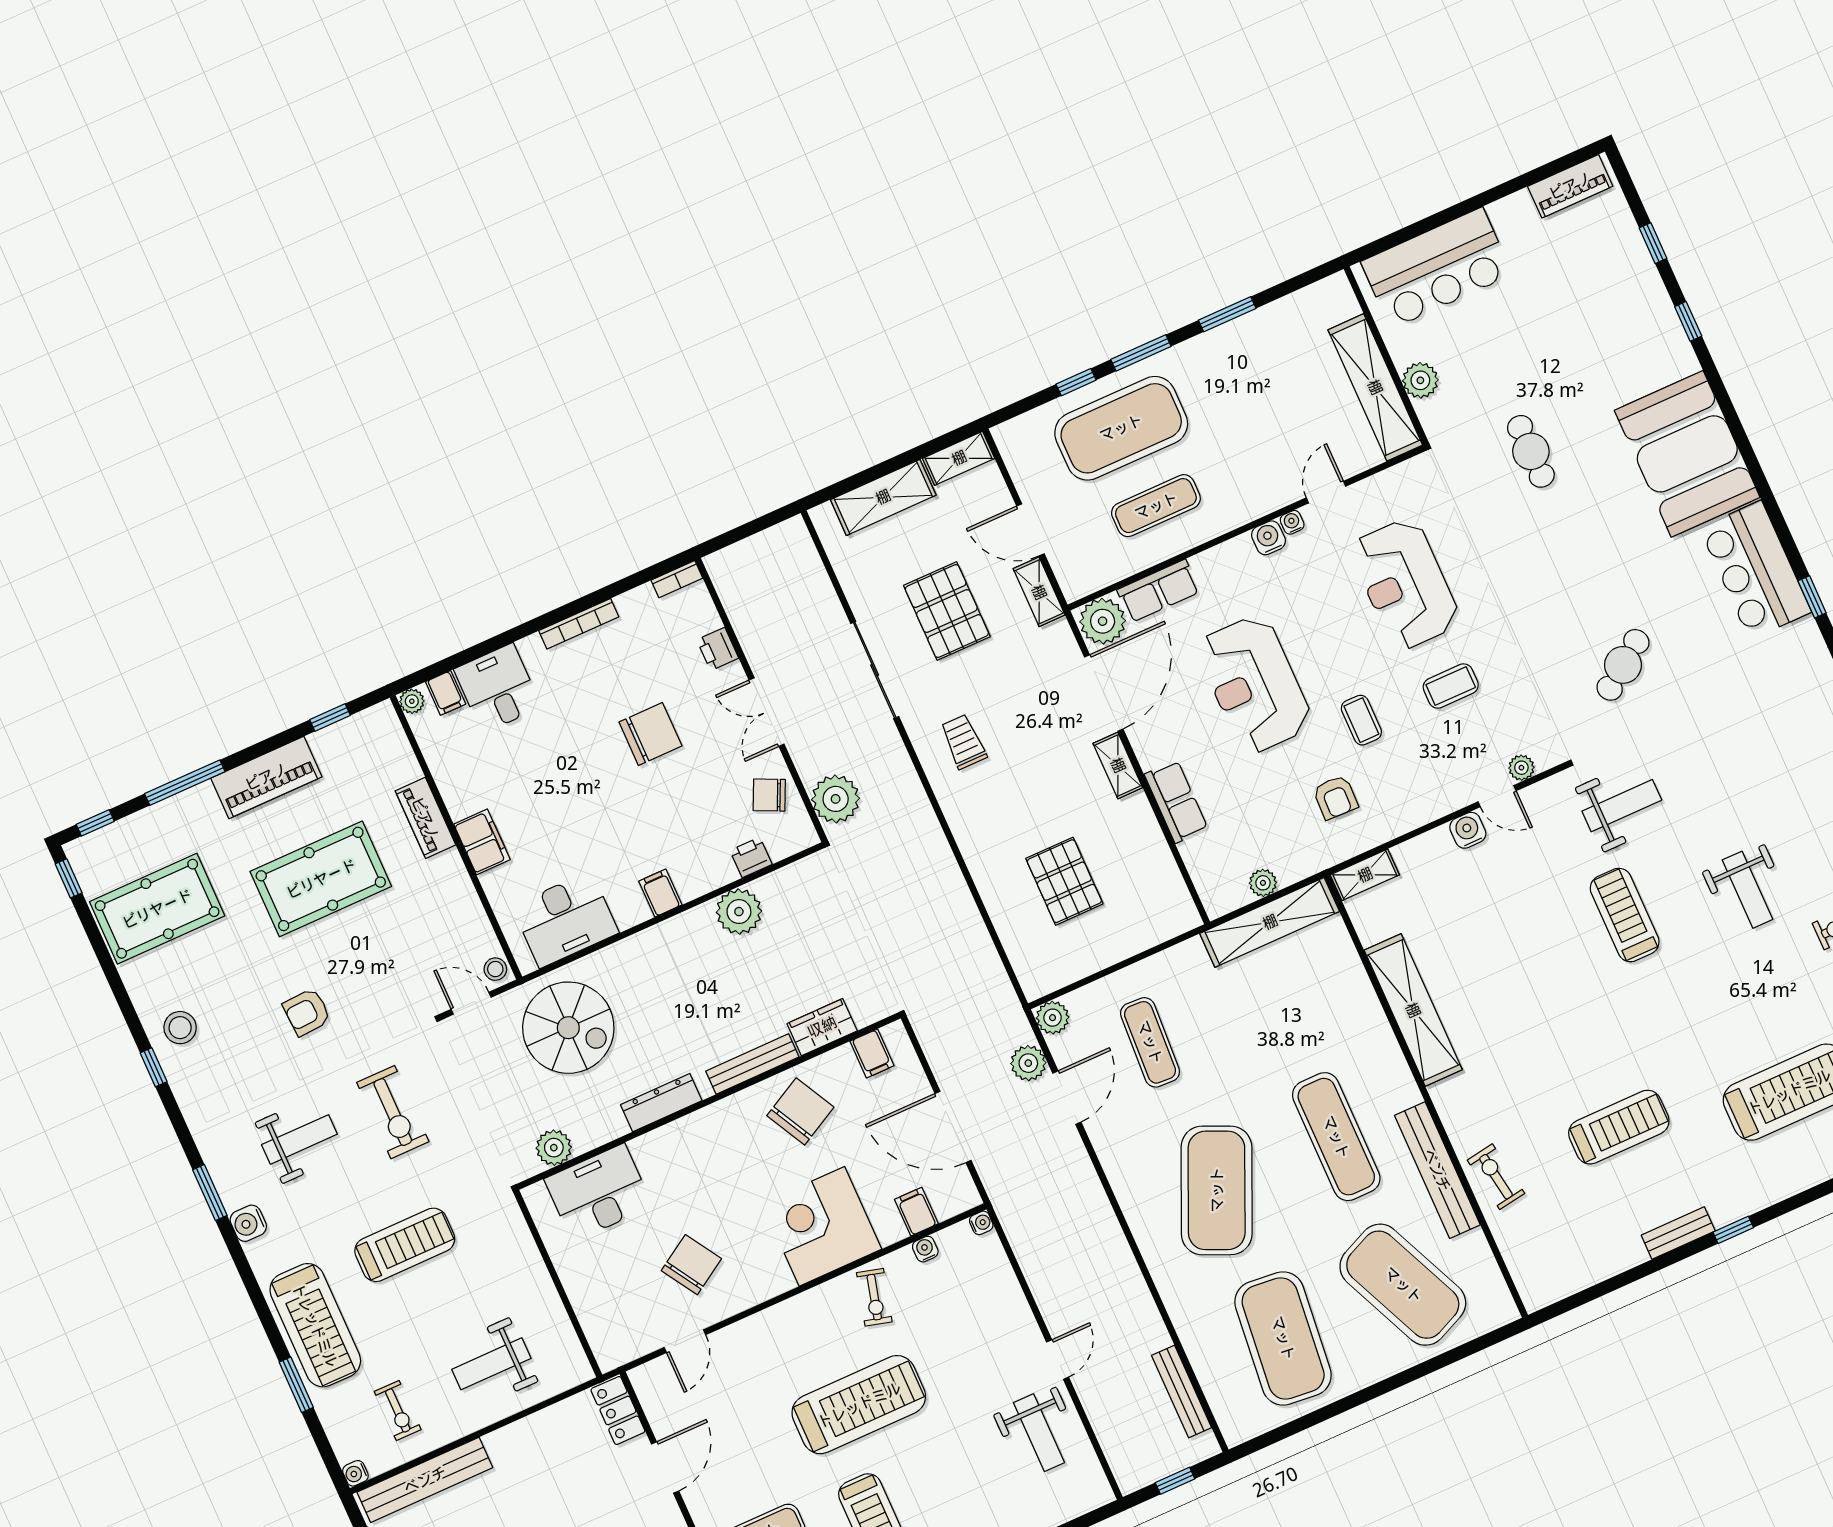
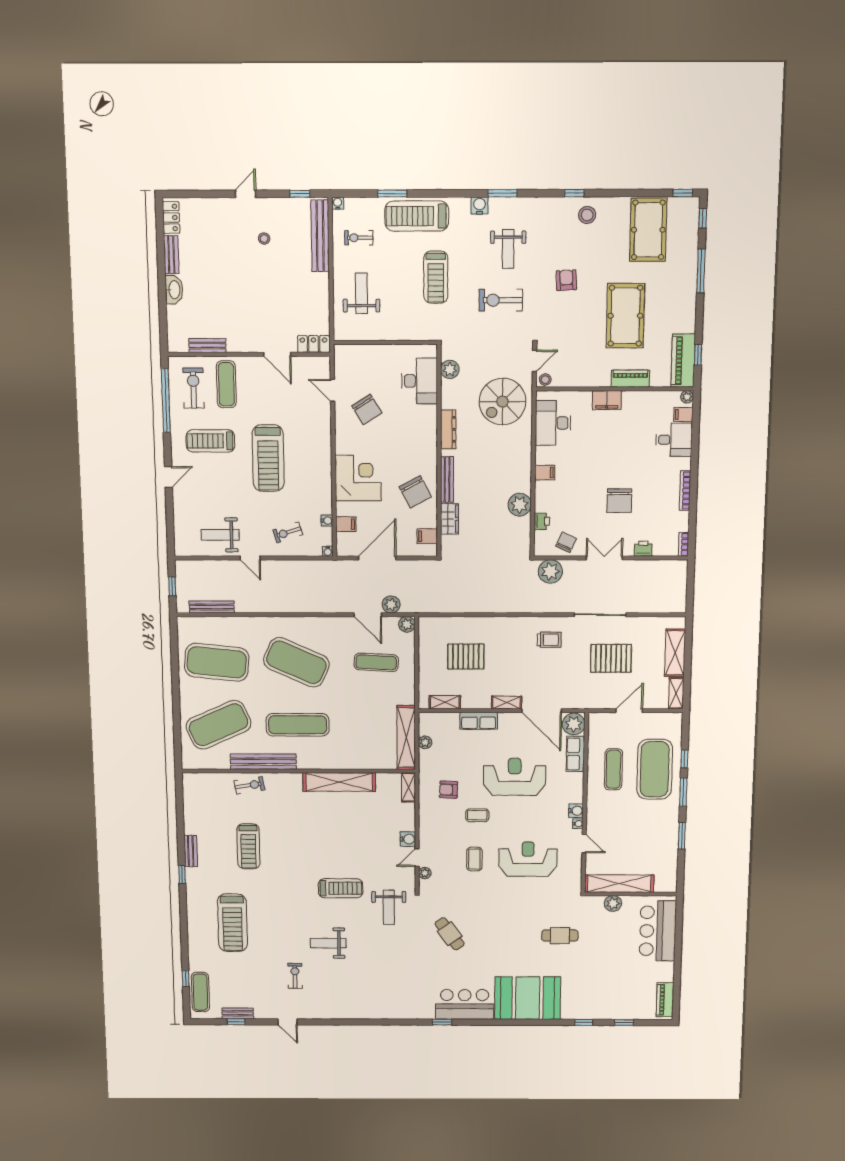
shelving: (1039, 592) -> (445, 702), moved
piano: (266, 777) -> (683, 361), moved
exercise bike: (874, 1297) -> (288, 532), moved, turned -33

